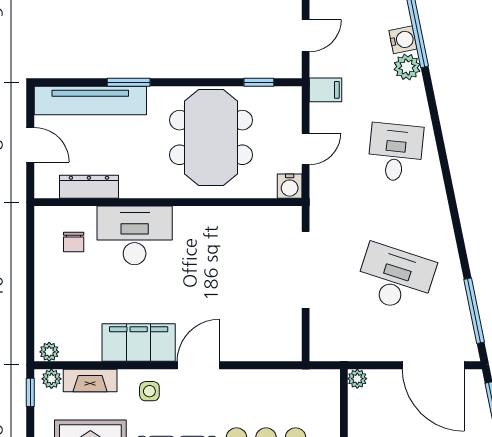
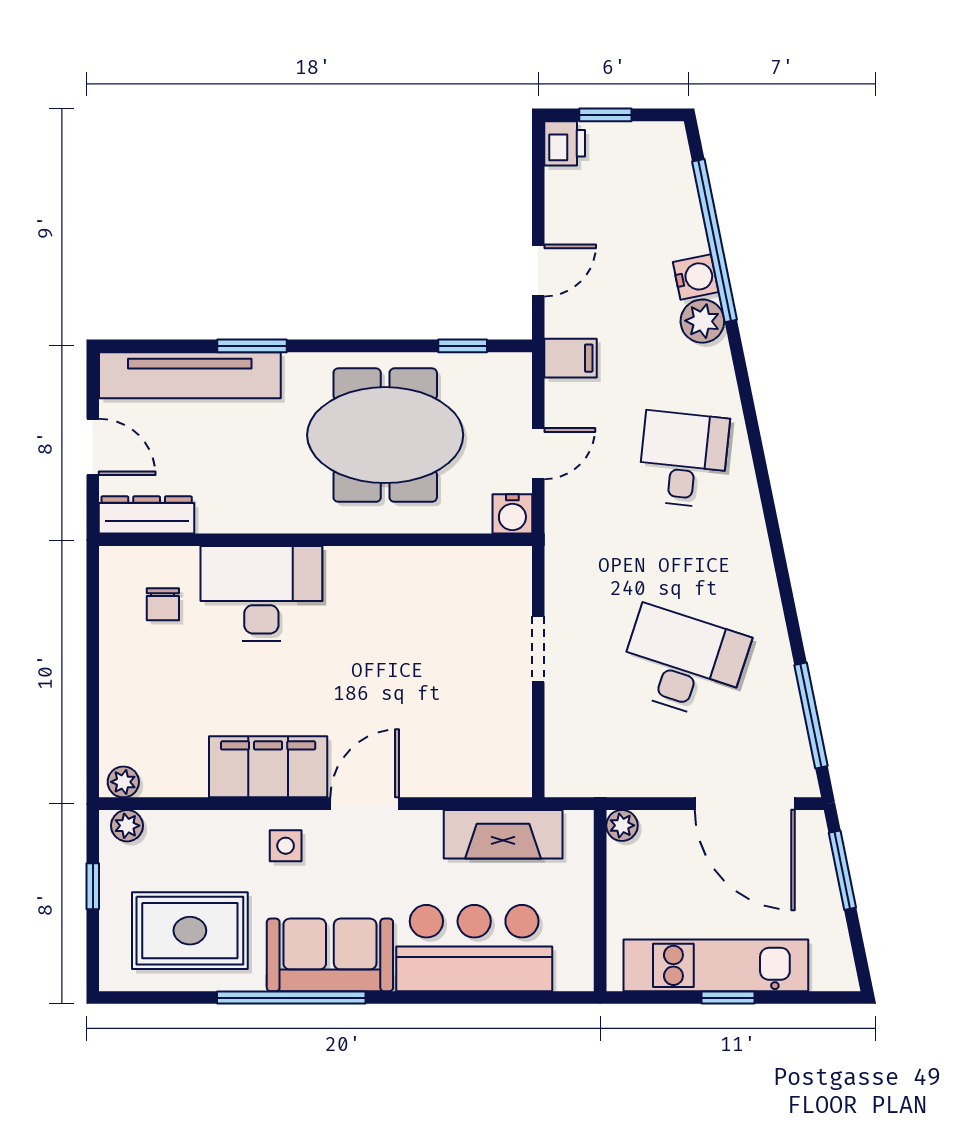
meeting table: (211, 137) -> (385, 435), turned 90
dresser: (89, 187) -> (147, 515), moved
doorway: (306, 270) -> (538, 649), width x0.53
fireplace: (90, 380) -> (503, 834), moved, width x1.37, depth x1.32
window: (30, 392) -> (93, 886), moved

